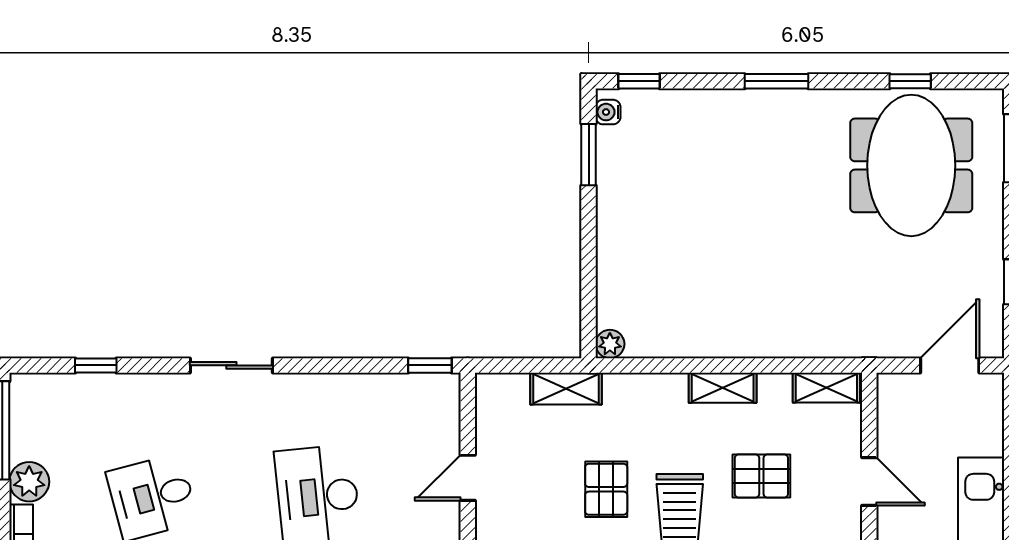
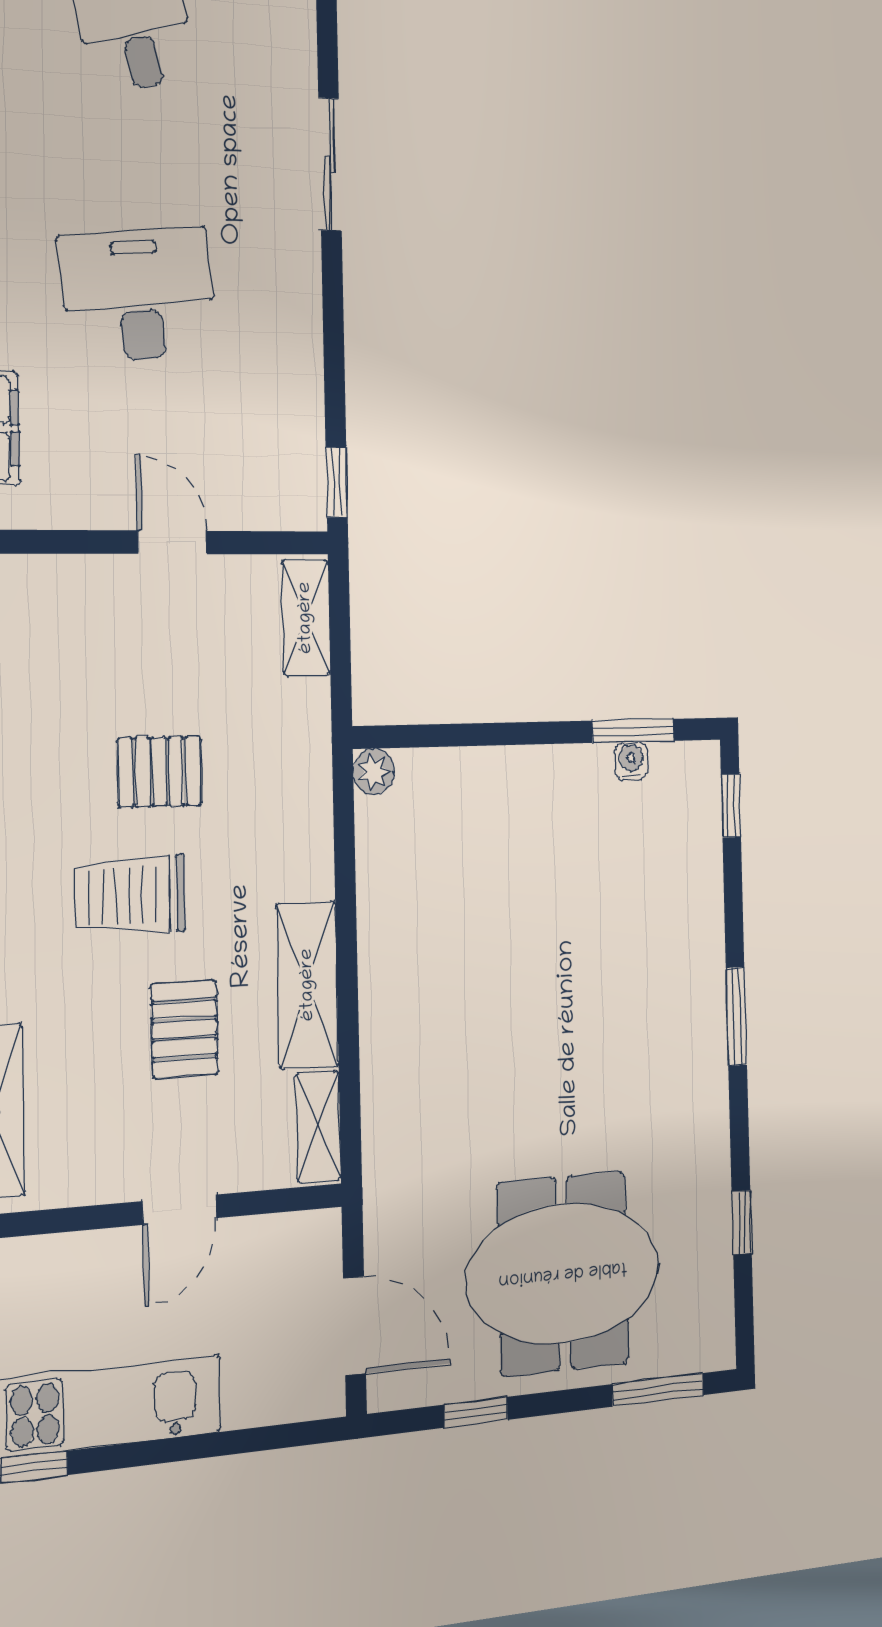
water cooler: (608, 112) -> (631, 761), moved
meeting table: (911, 165) -> (563, 1273), moved
shelving: (723, 388) -> (308, 985), width x1.50, depth x1.33
shelving: (566, 389) -> (306, 618), moved

